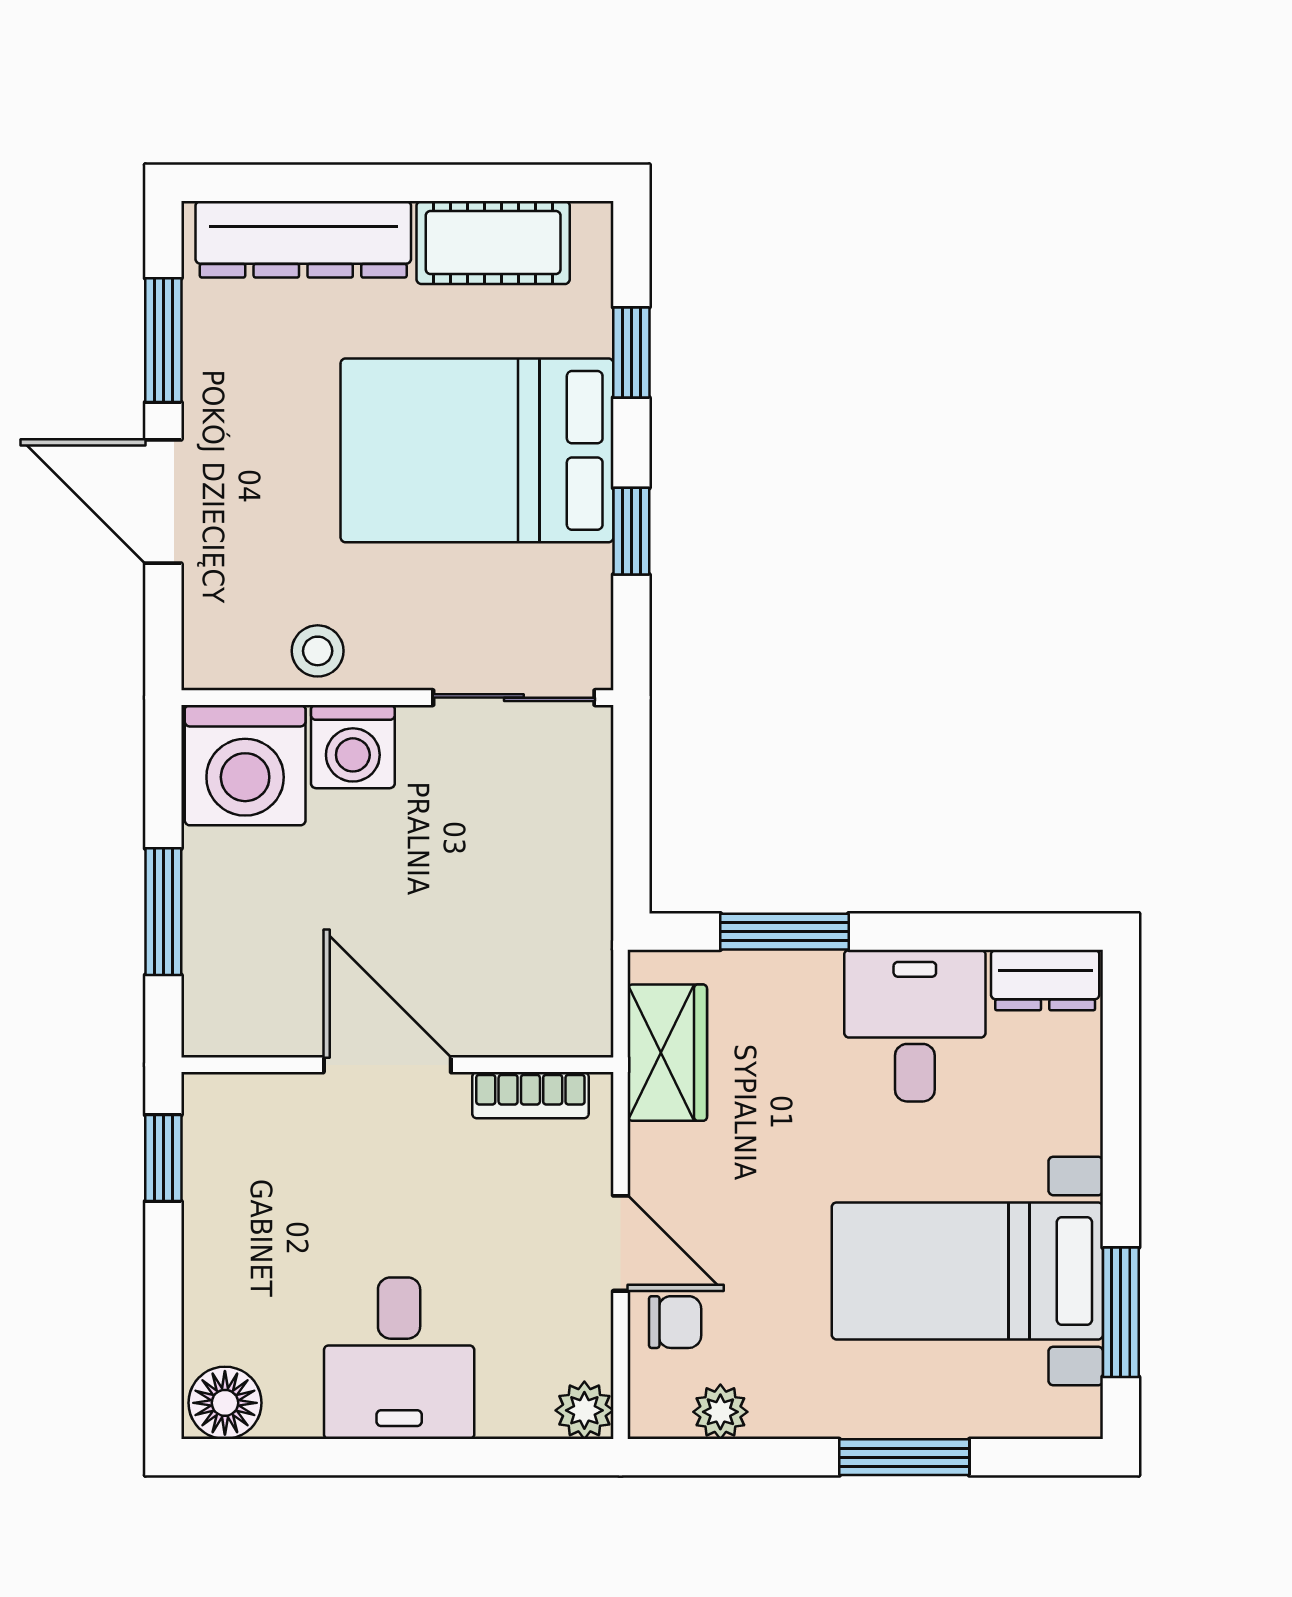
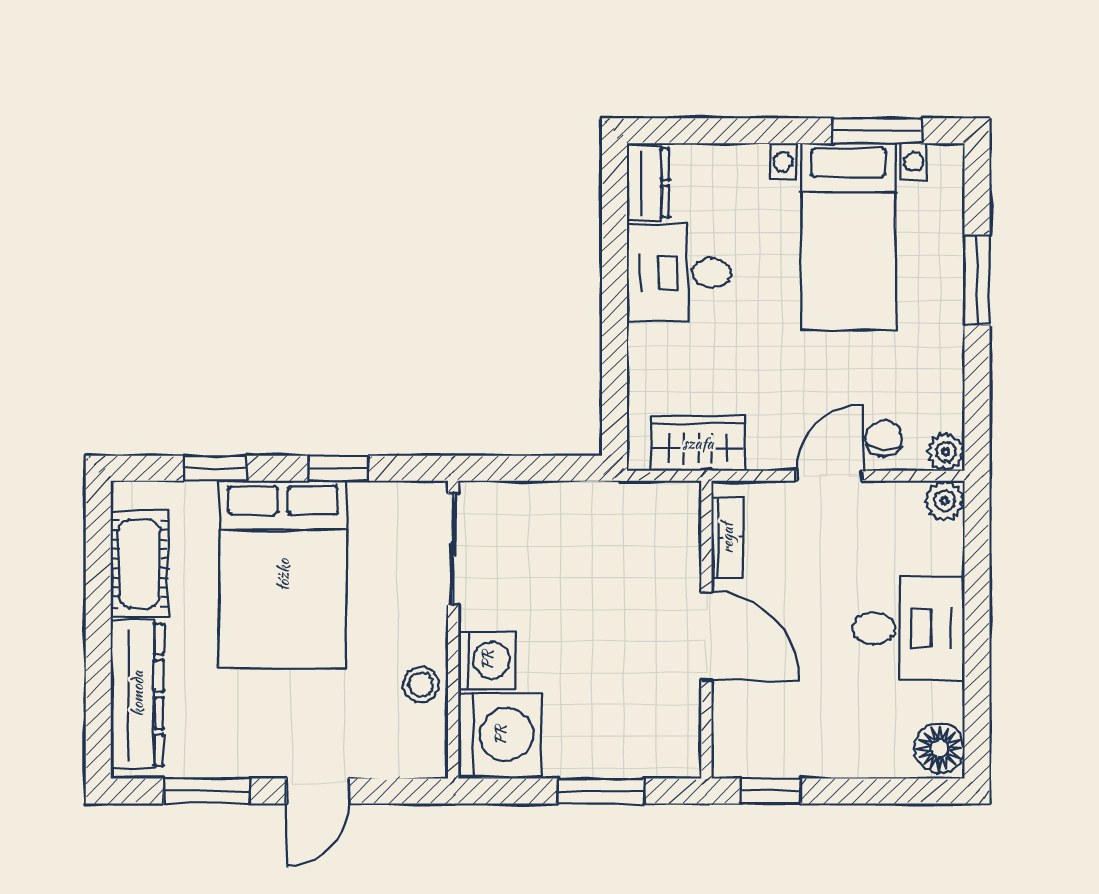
door: (163, 502) -> (318, 791), width x0.73
window: (784, 932) -> (615, 363), removed
door: (387, 1065) -> (706, 637), swing flipped
plant: (720, 1412) -> (946, 452), moved

